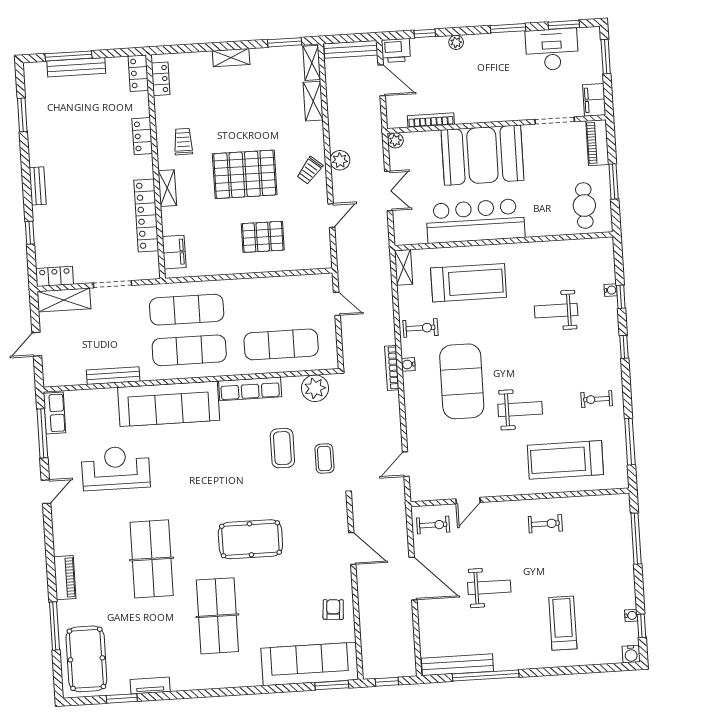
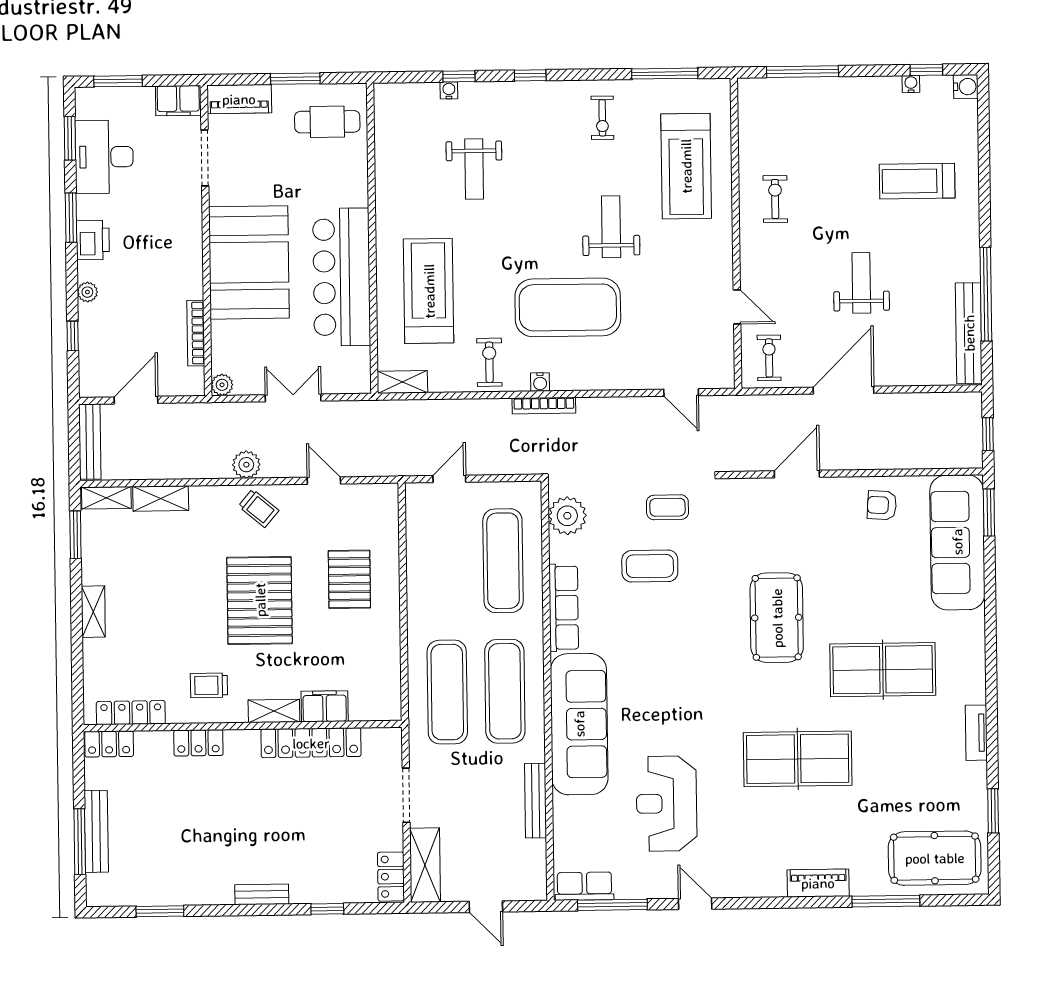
printer: (396, 50) -> (93, 240), moved
locker: (161, 79) -> (131, 713), width x1.53
filing cabinet: (174, 252) -> (325, 706), moved
tv unit: (150, 685) -> (976, 733), moved

